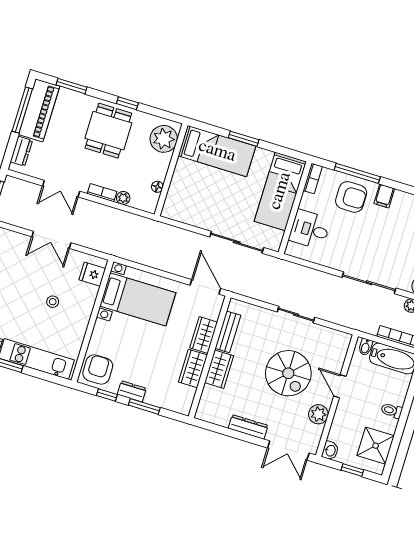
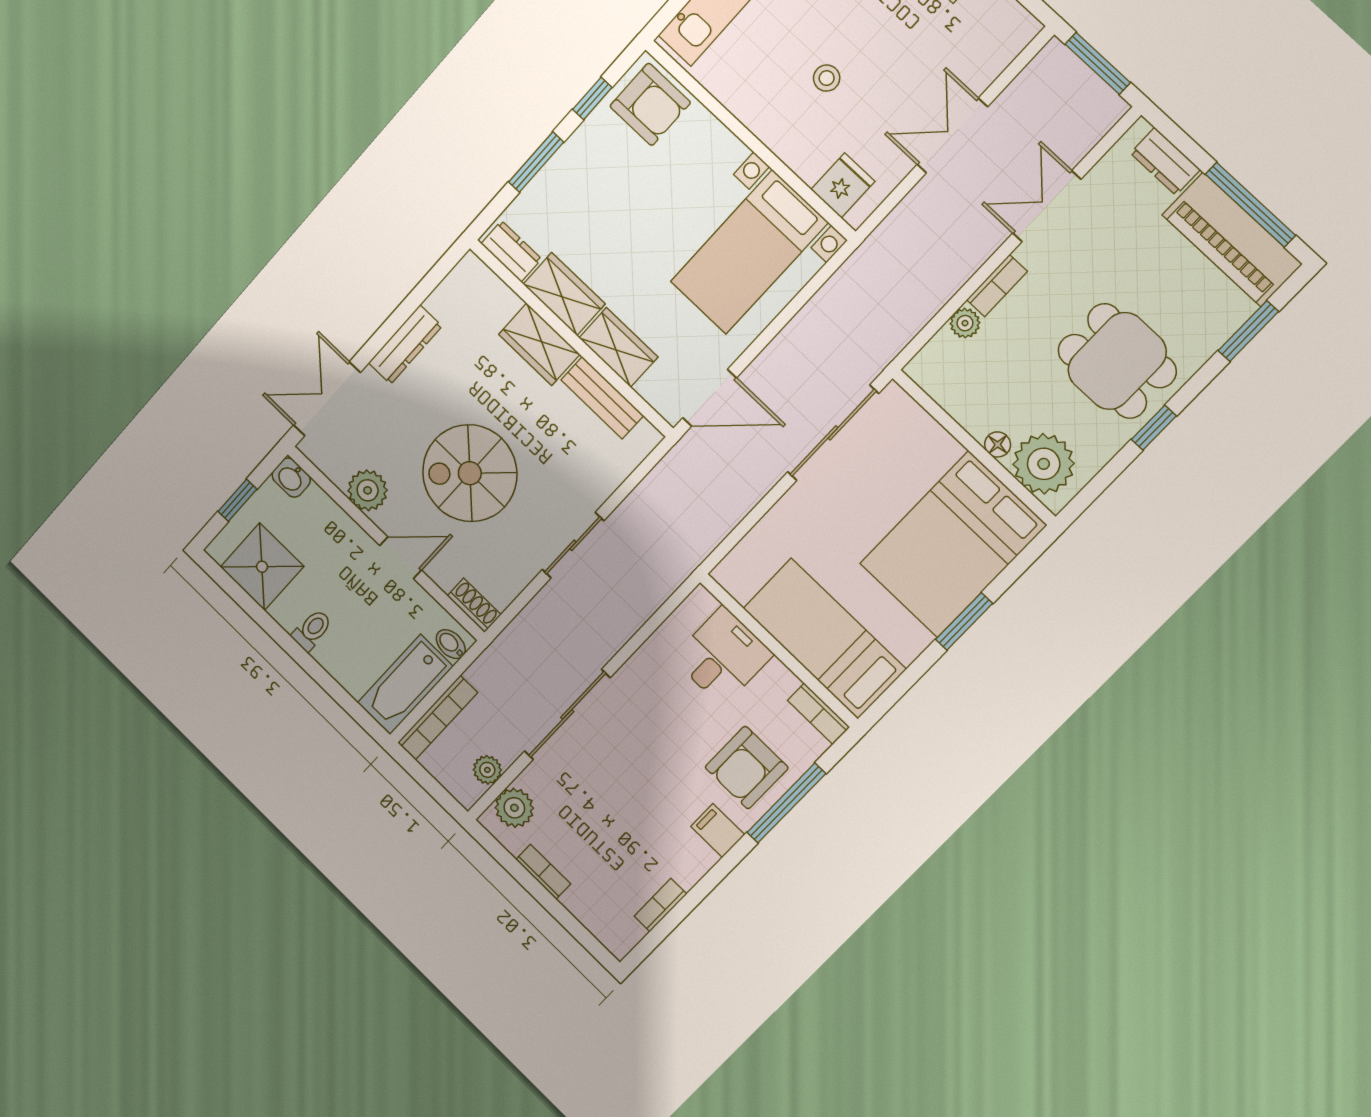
bed: (217, 151) -> (953, 544), width x1.50
floor lamp: (157, 187) -> (998, 444), moved
sliding door: (237, 242) -> (833, 433), moved
shoe rack: (344, 345) -> (474, 605), added
dresser: (132, 391) -> (511, 251), moved, turned -90

